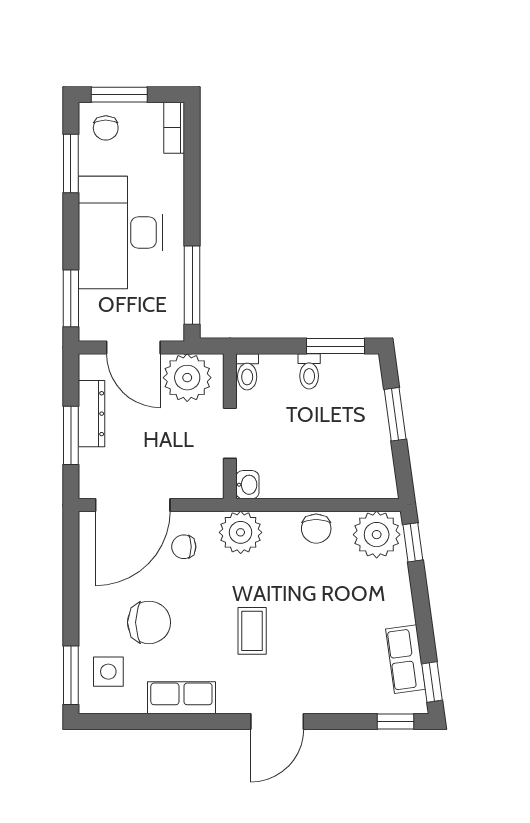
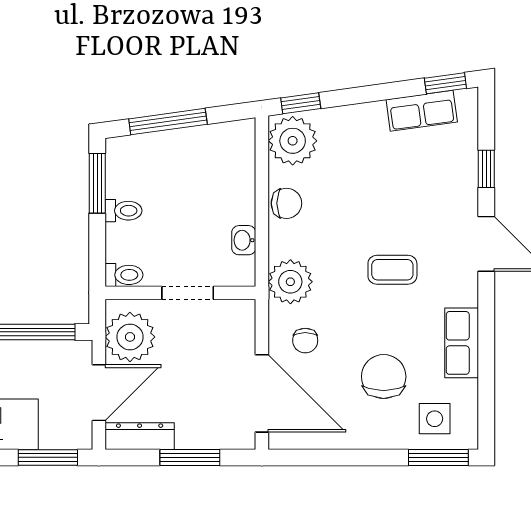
dresser: (91, 414) -> (140, 436), moved
window: (395, 414) -> (168, 122), width x1.44
washbasin: (247, 485) -> (244, 240), moved, turned -90
window: (396, 722) -> (486, 169), moved

